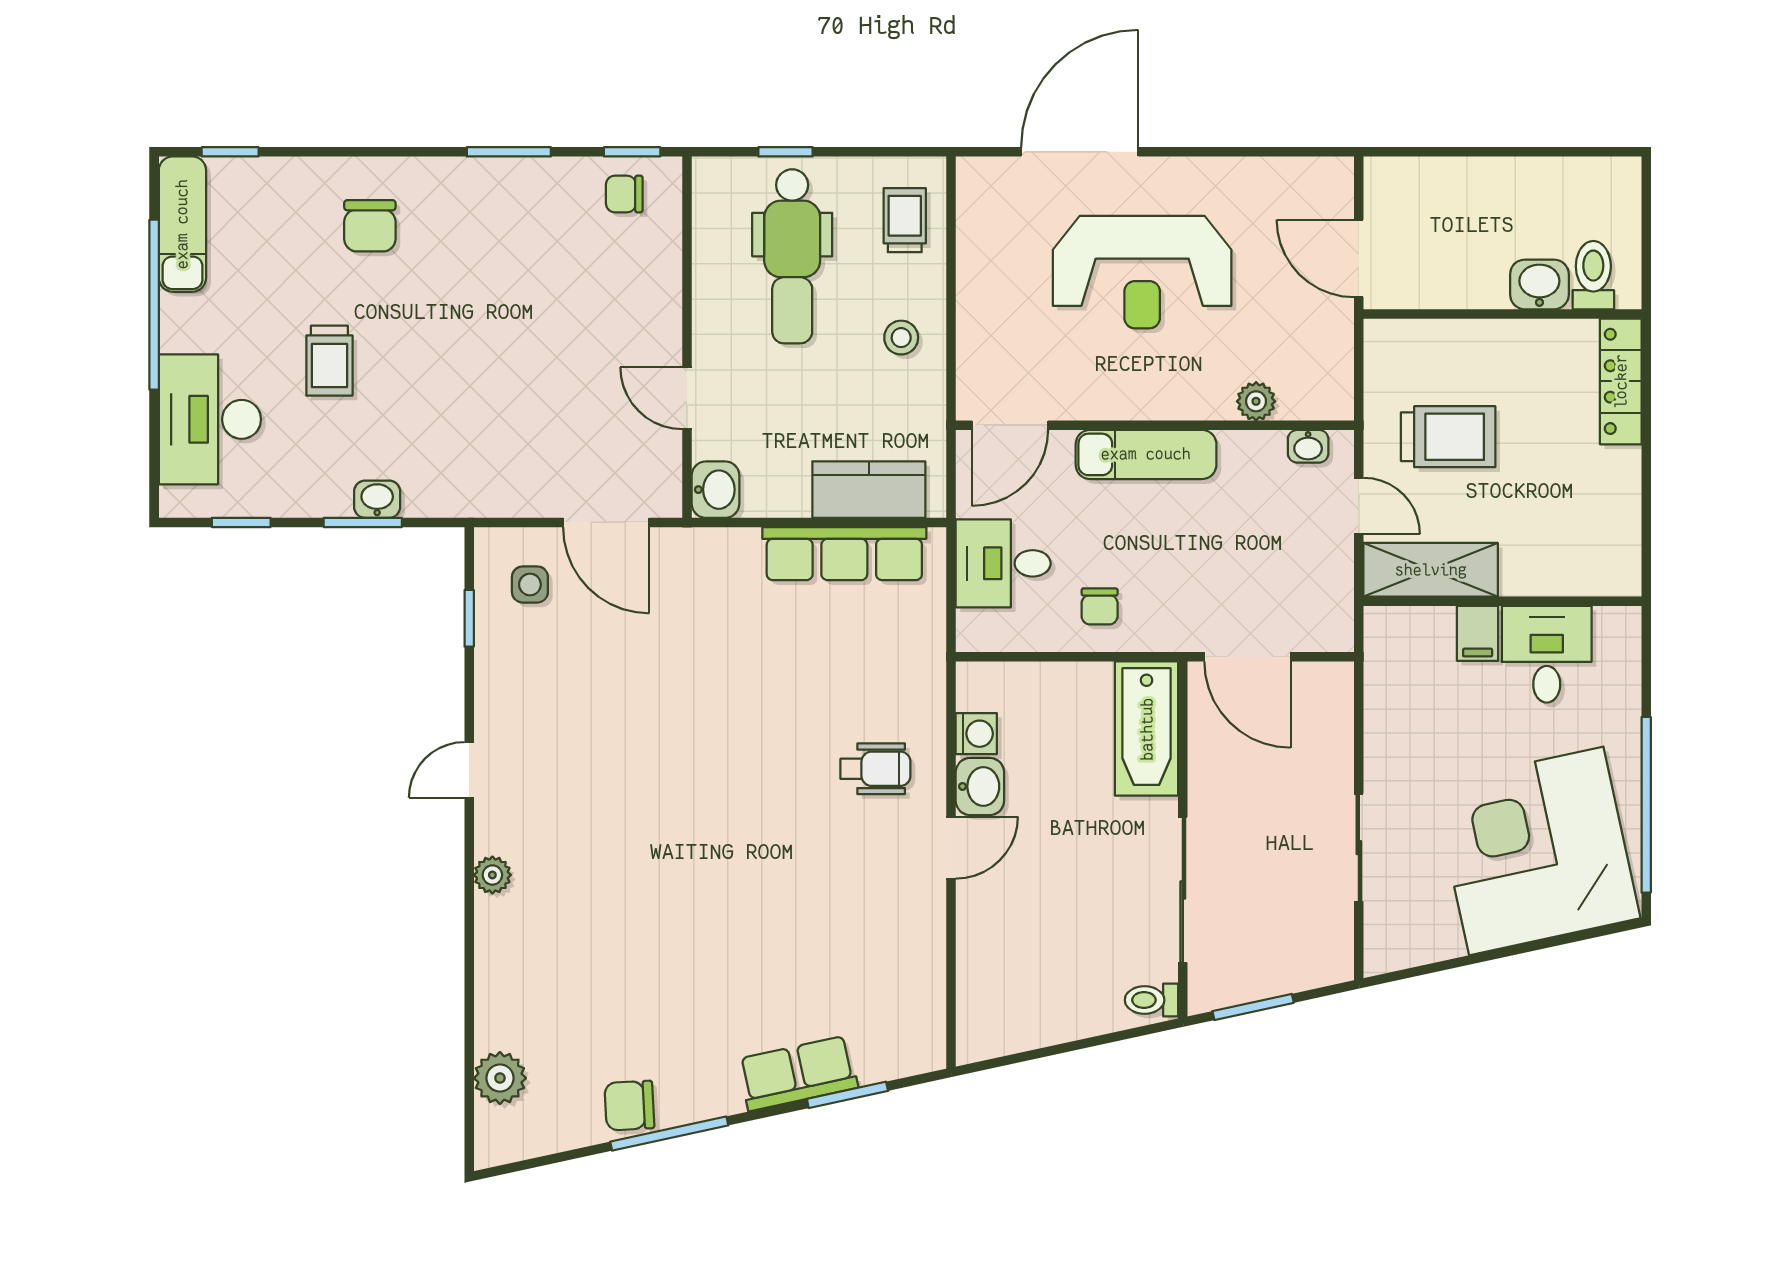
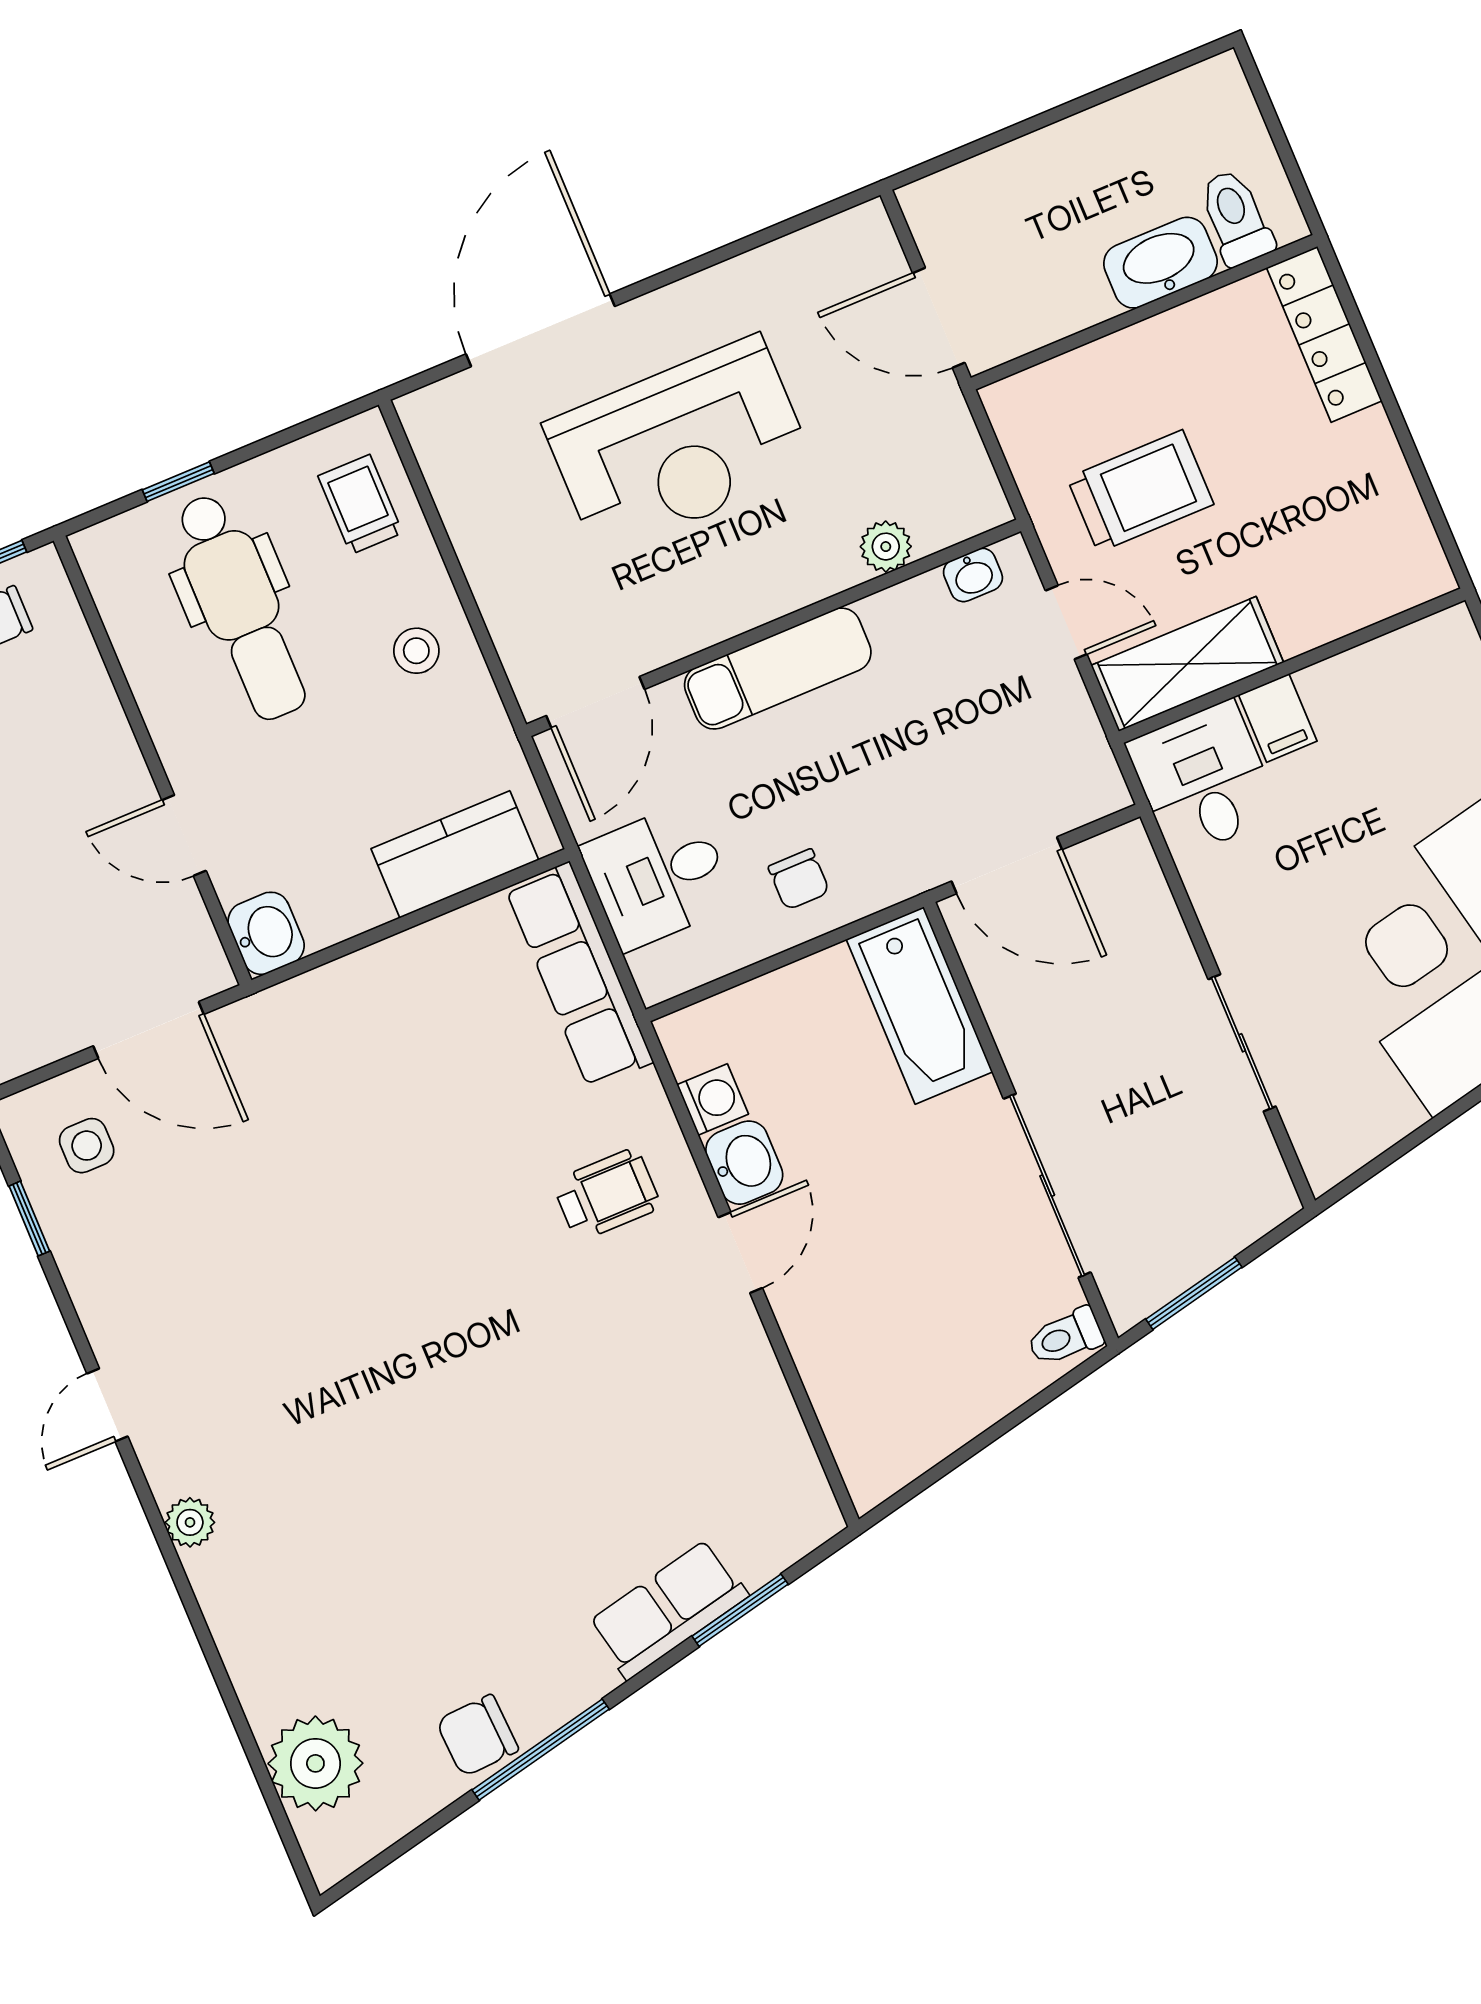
washbasin: (1539, 284) -> (1160, 263), width x1.38
row of seats: (844, 554) -> (579, 975), moved, turned 90
desk: (1547, 654) -> (1203, 779), moved
plant: (500, 1078) -> (315, 1763), width x1.36, depth x1.36

